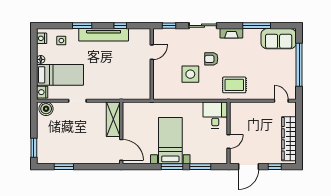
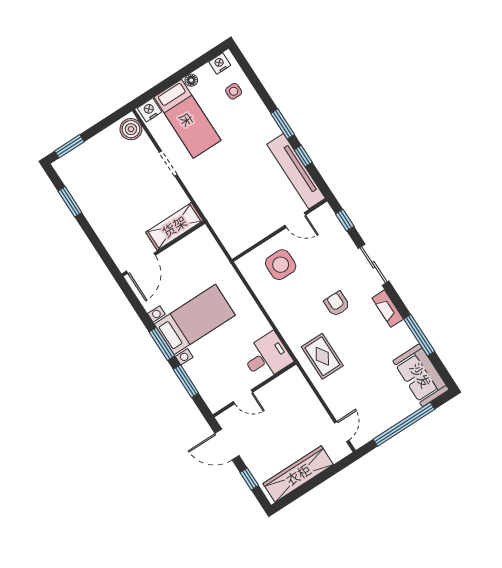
window: (82, 26) -> (283, 124), moved
tv unit: (104, 35) -> (296, 171), moved
side table: (190, 74) -> (281, 265), moved

